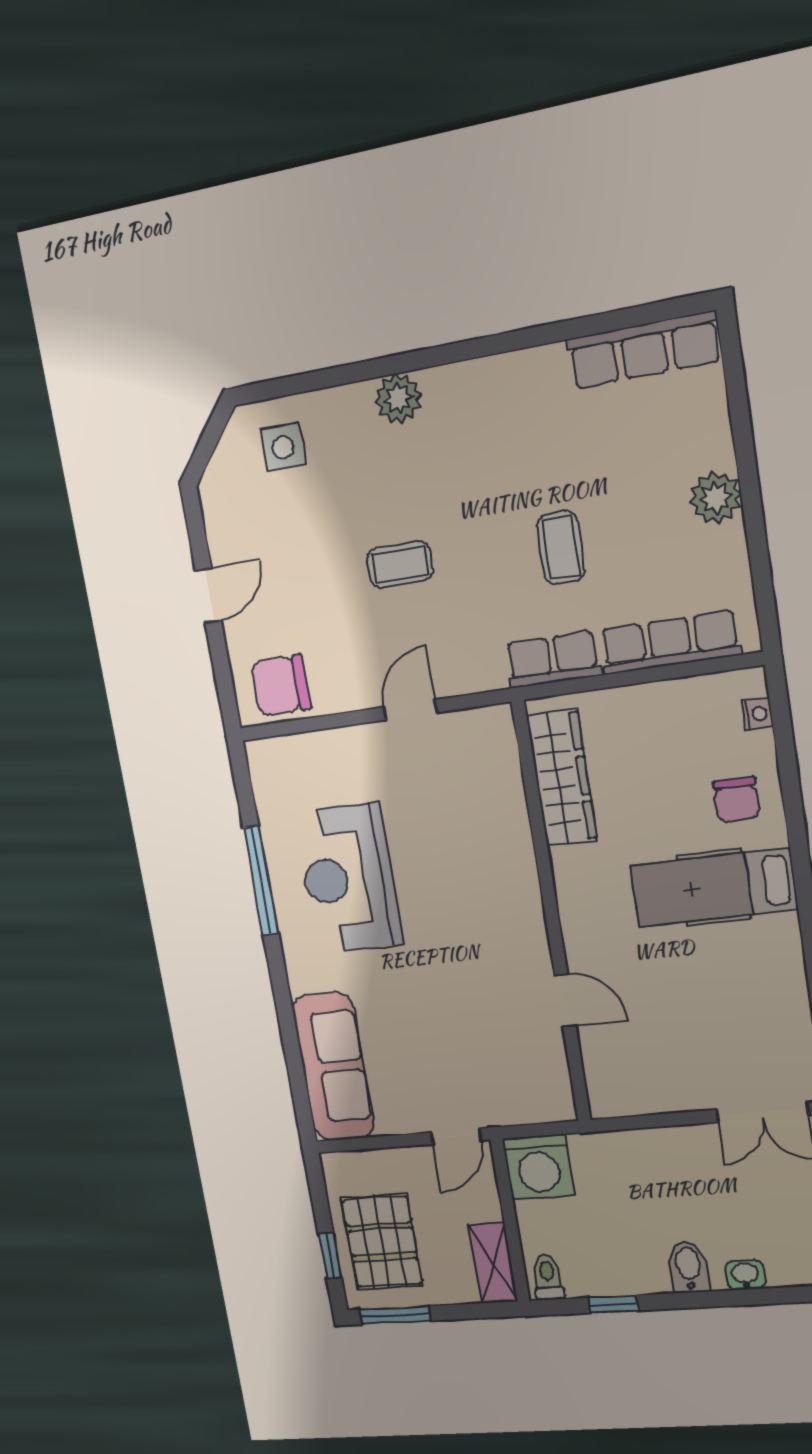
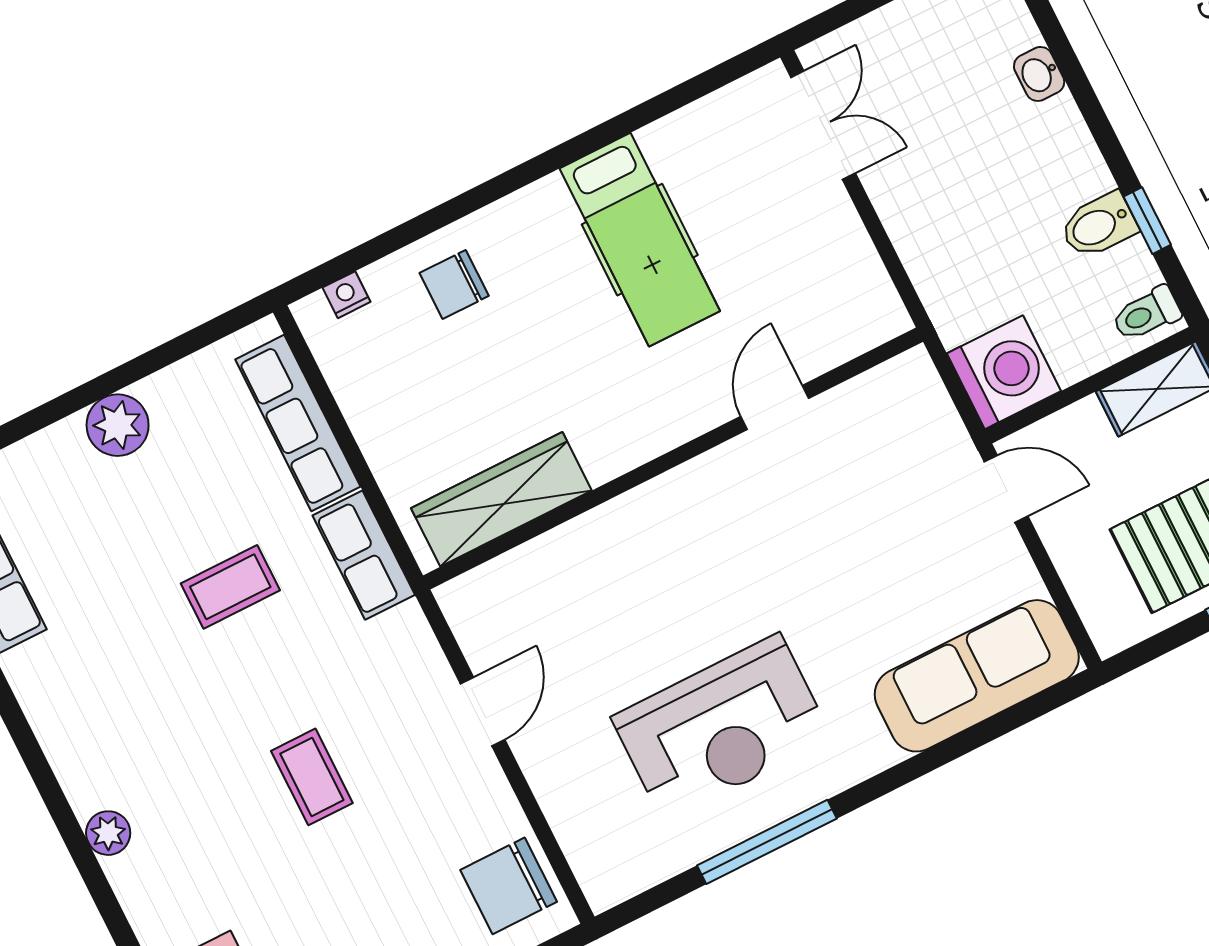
plant: (398, 399) -> (108, 833), width x0.73, depth x0.73
chair: (281, 685) -> (509, 886), turned 90
door: (410, 710) -> (483, 712), swing flipped
chair: (737, 799) -> (454, 284), turned 180
hospital bed: (714, 887) -> (640, 240), moved
bidet: (688, 1267) -> (1099, 225), moved

